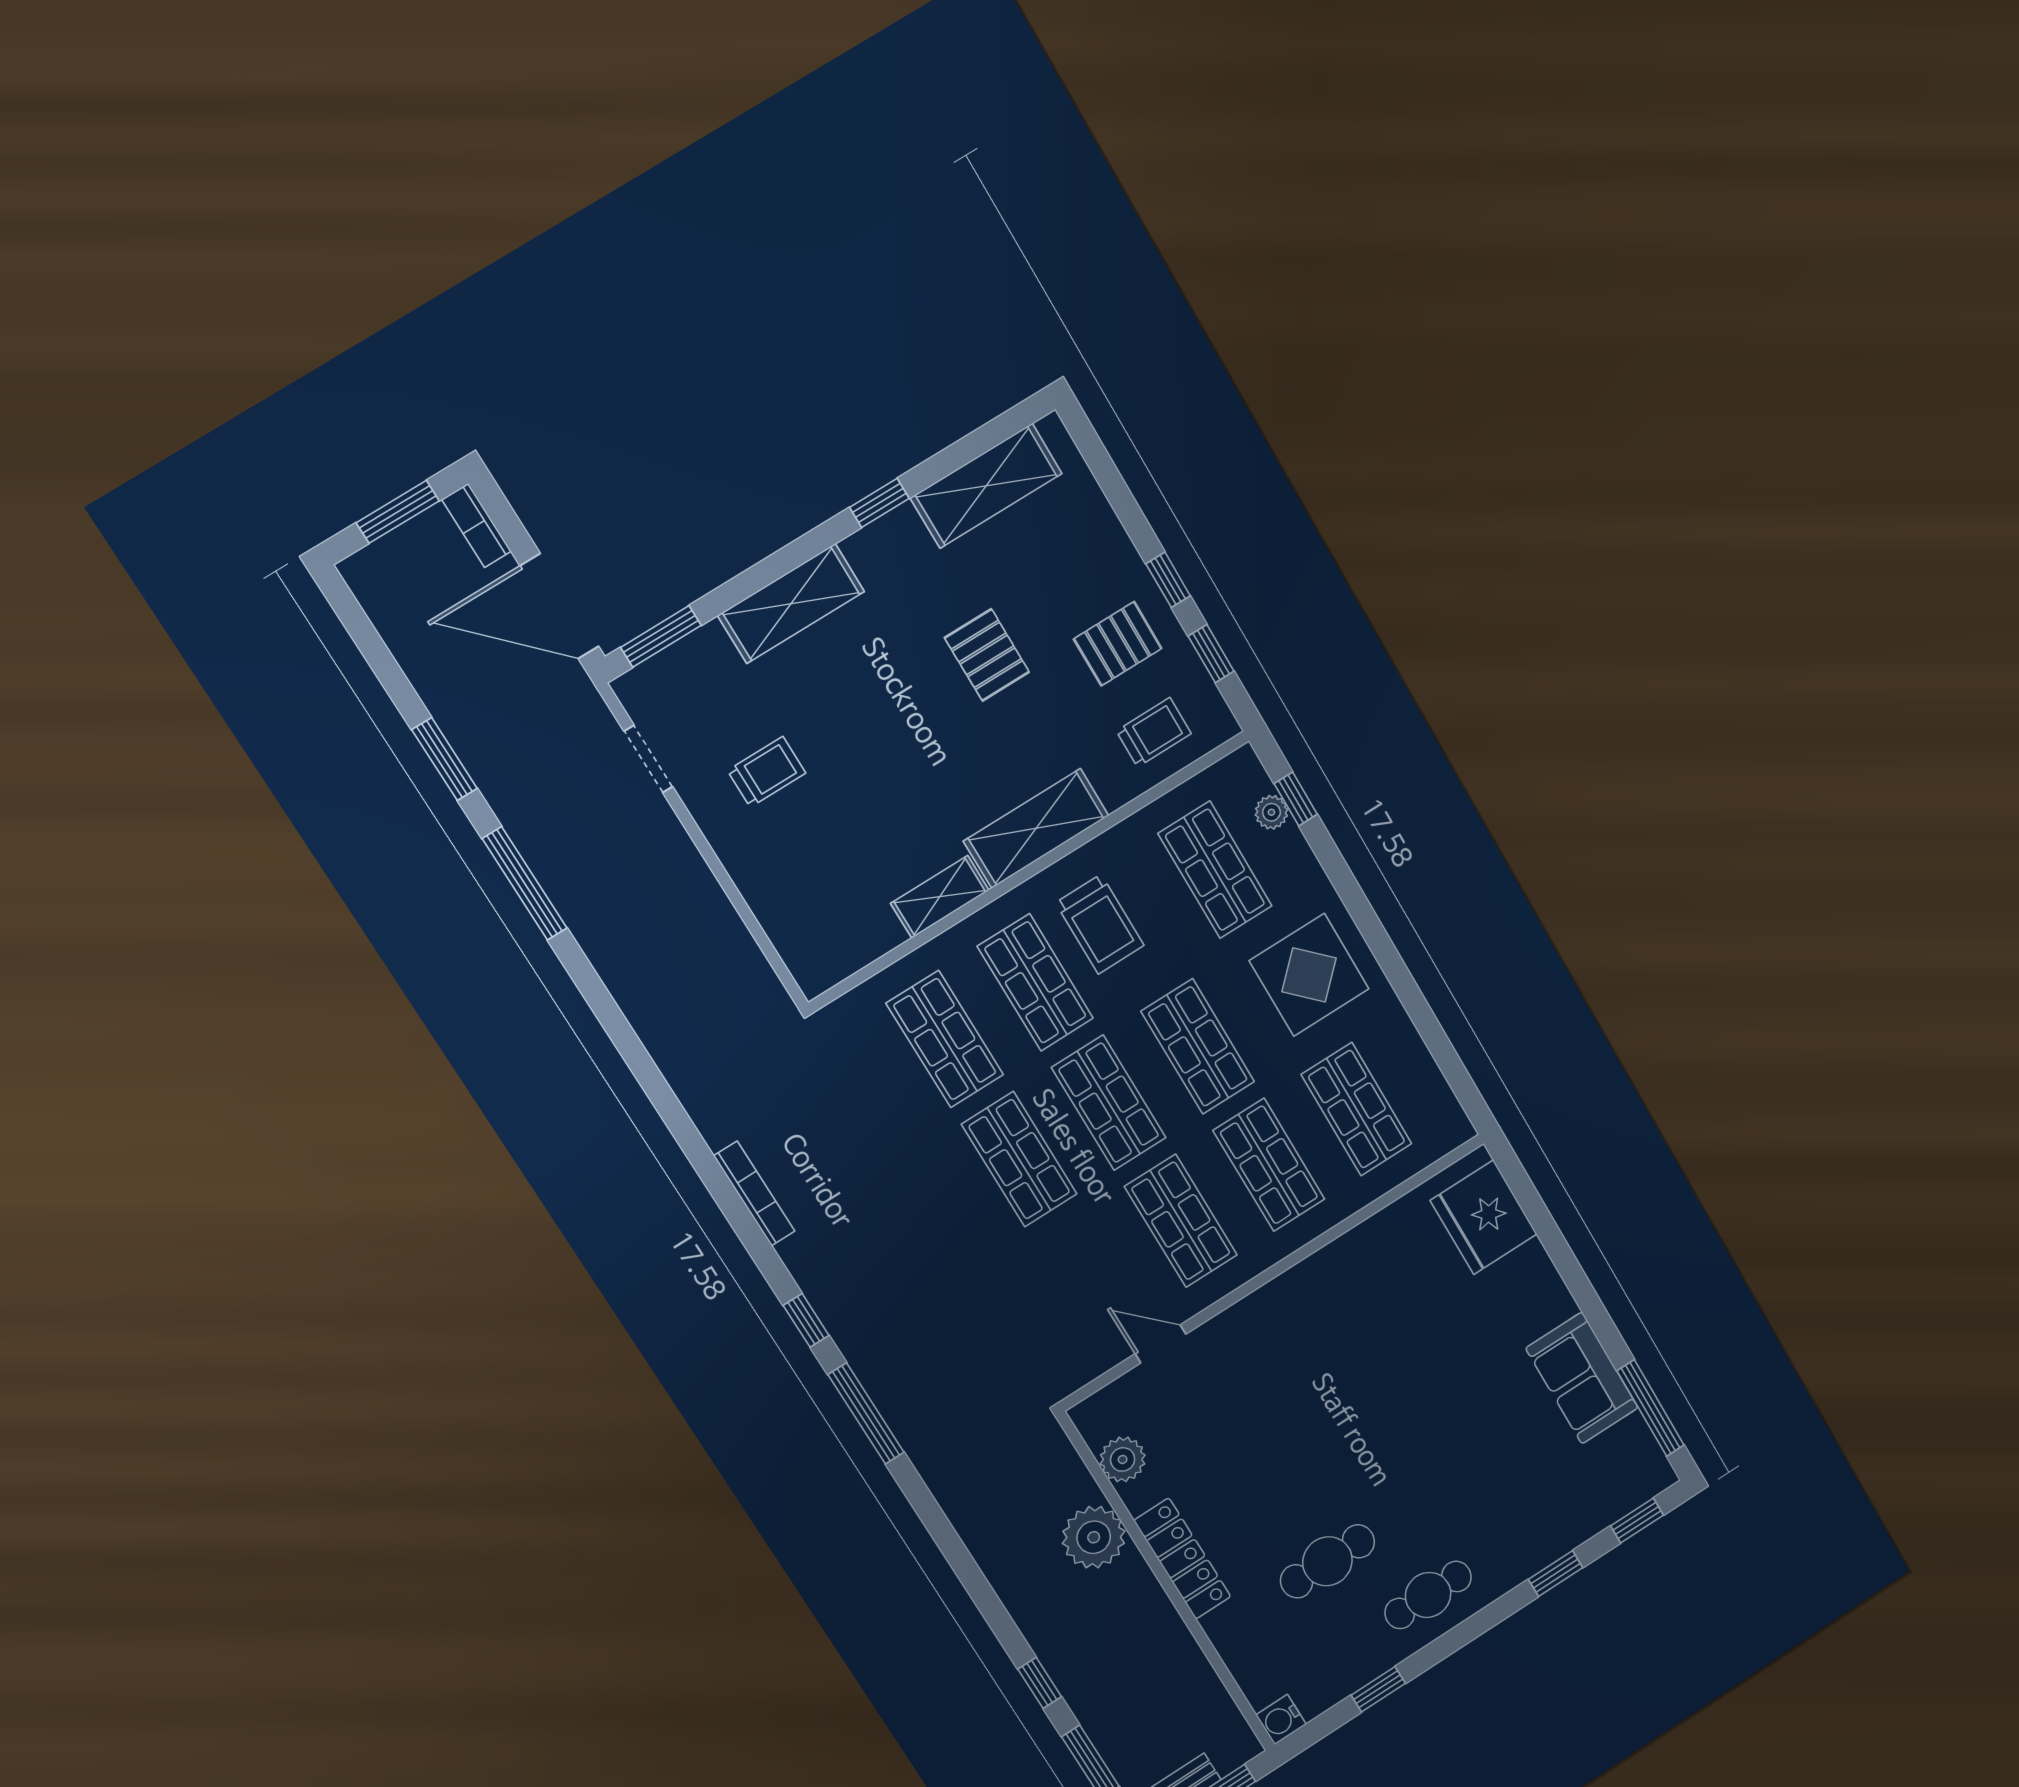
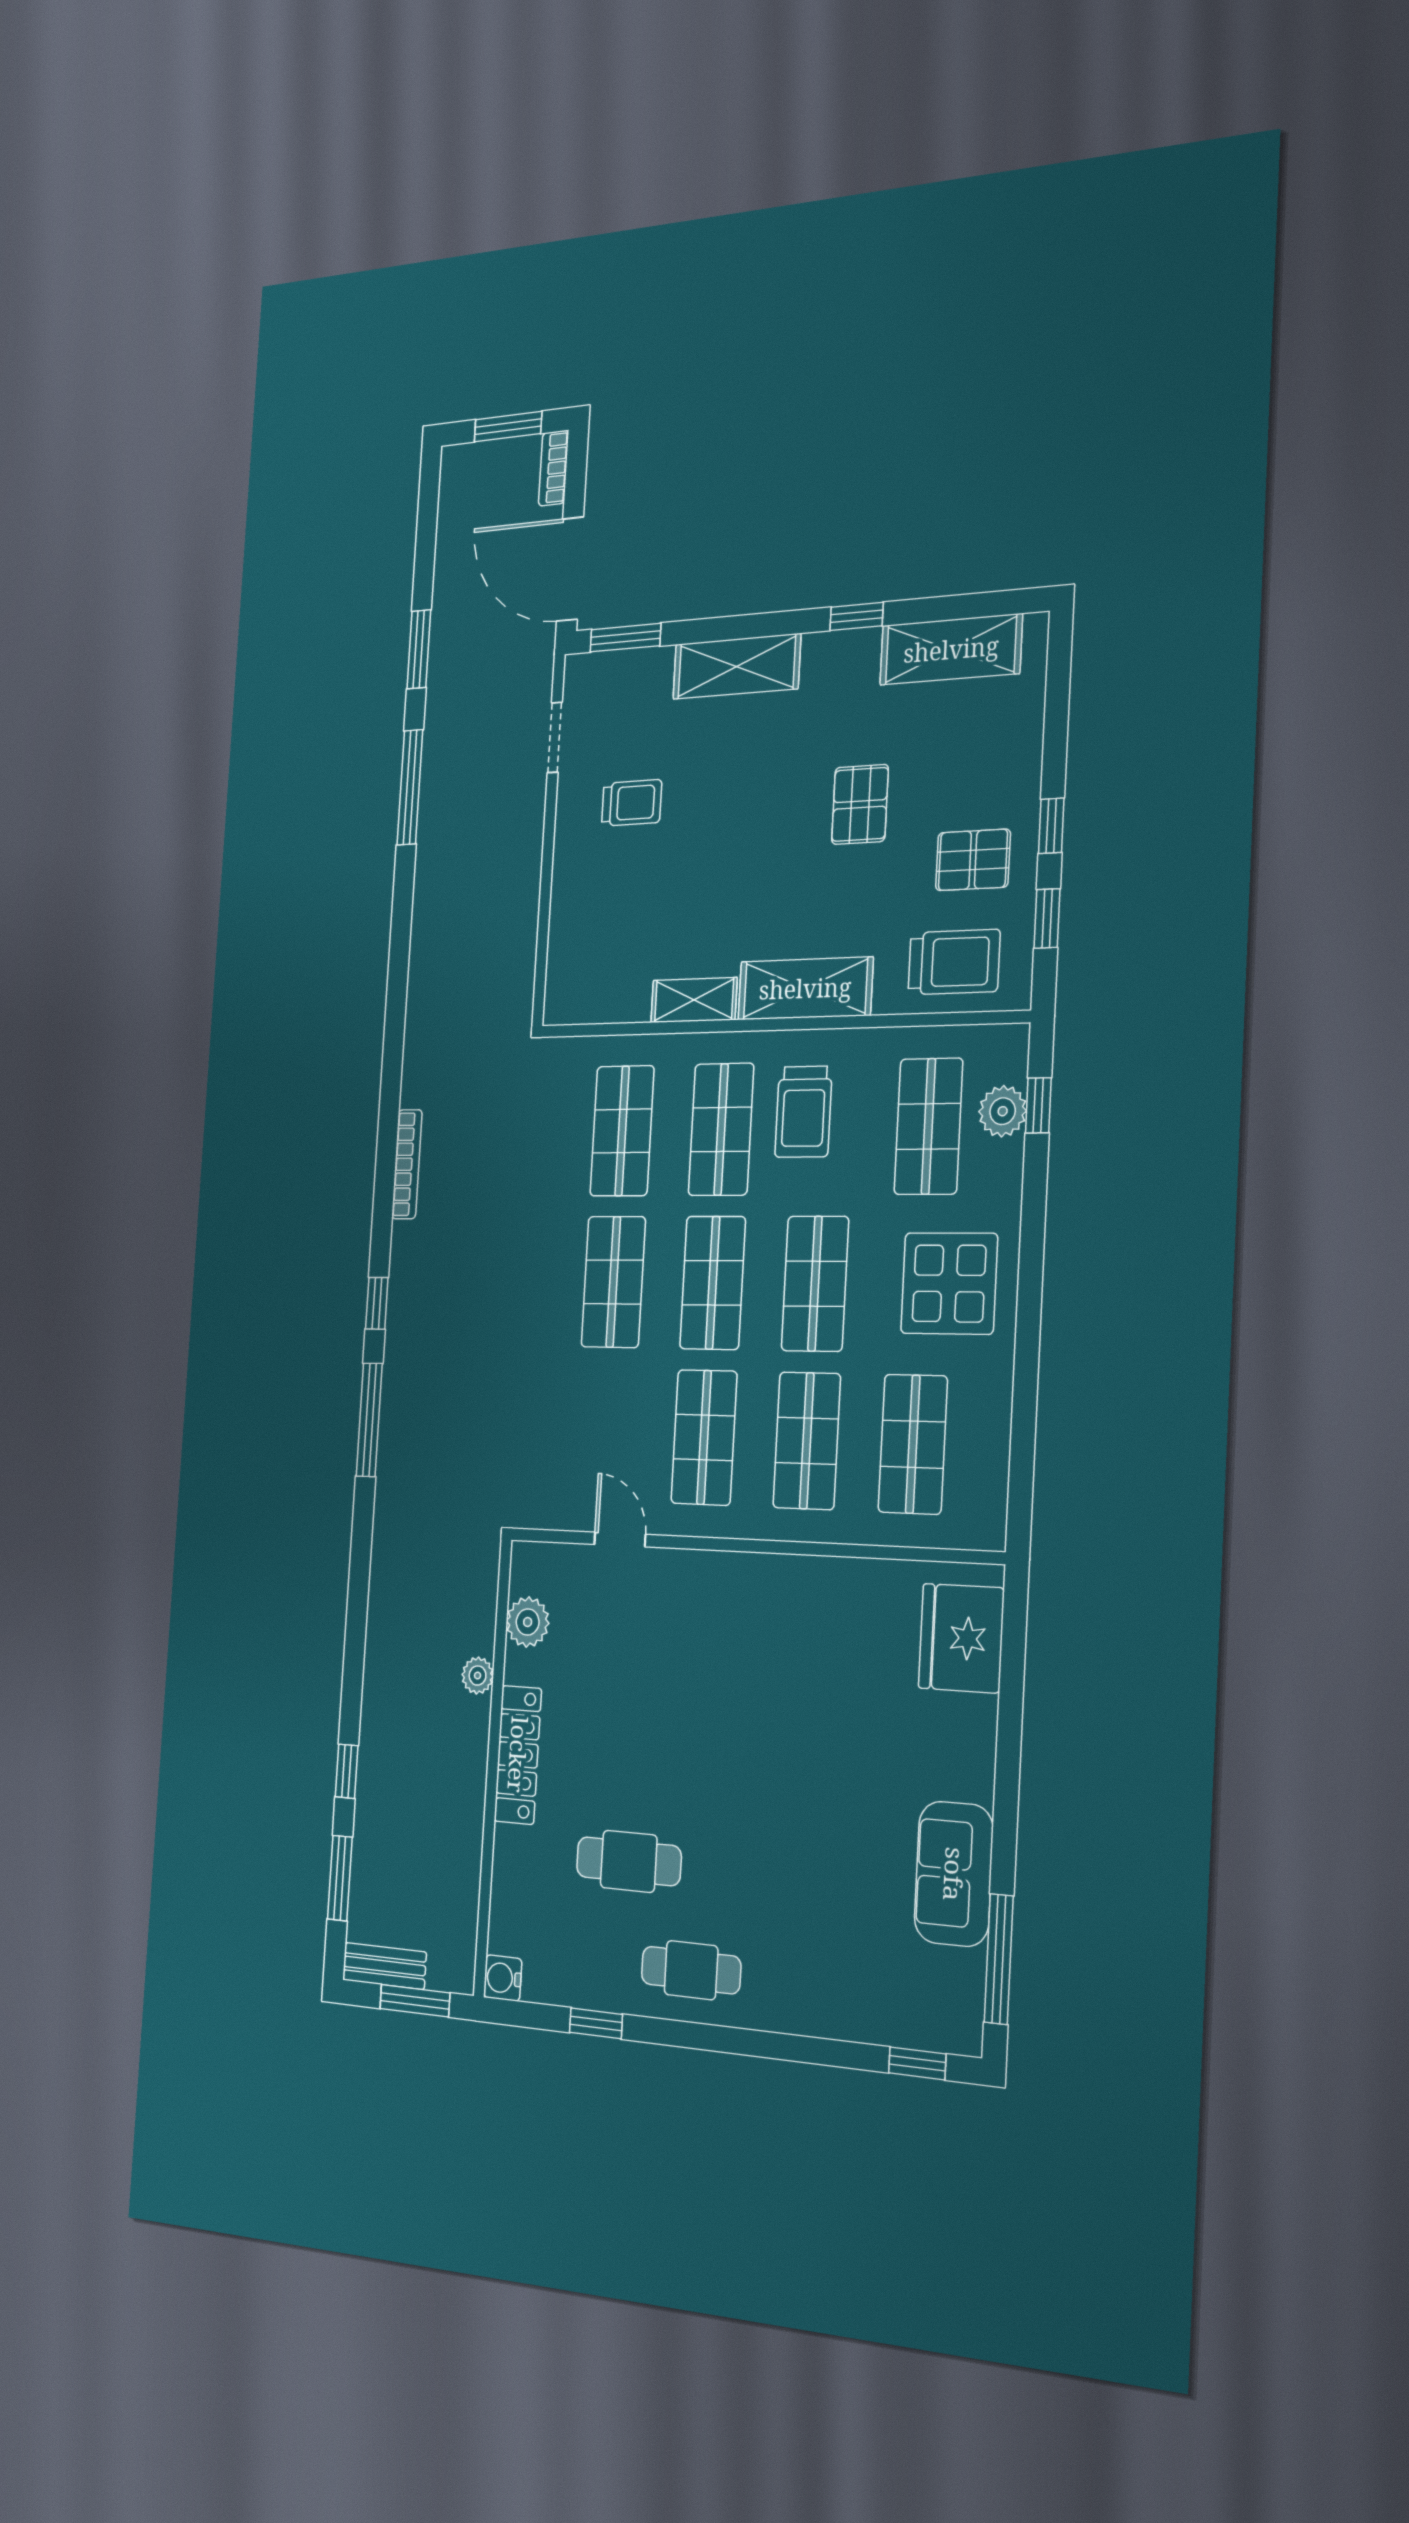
trolley: (1154, 732) -> (954, 962), width x1.36, depth x1.39
plant: (1271, 812) -> (1003, 1111), width x1.38, depth x1.38
plant: (1094, 1537) -> (478, 1676), width x0.53, depth x0.53
window: (1556, 1574) -> (812, 2050), removed

